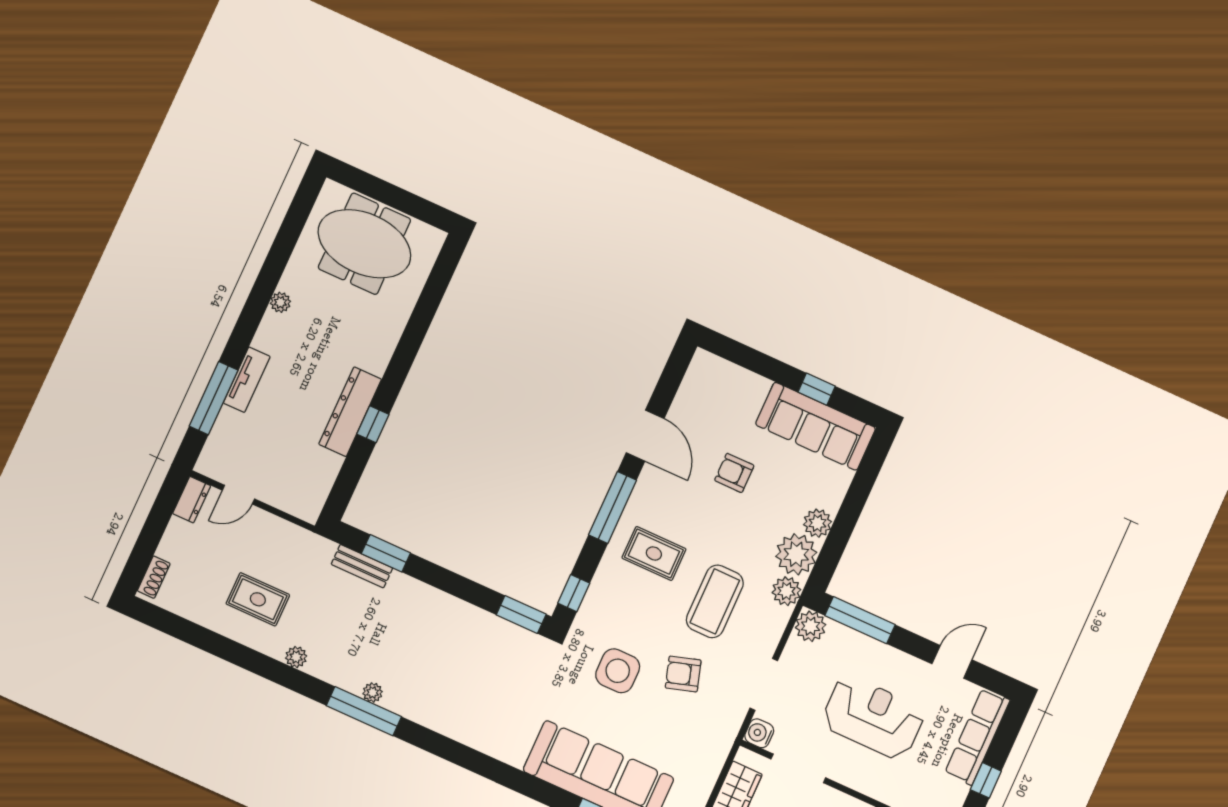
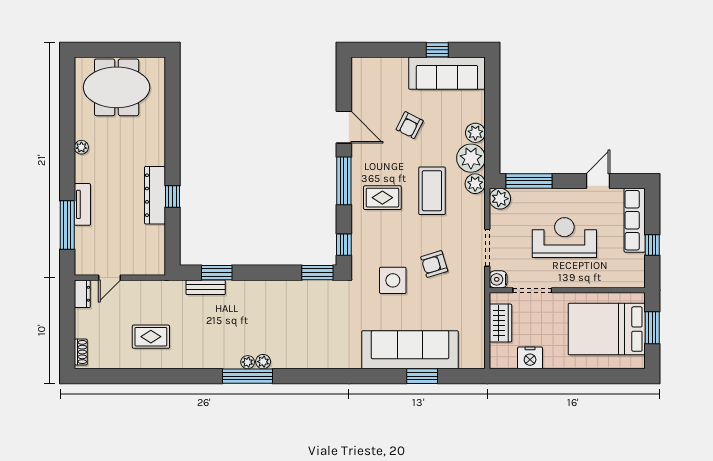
armchair: (734, 473) -> (410, 125), turned -63
coffee table: (715, 601) -> (432, 191), moved
plant: (296, 657) -> (263, 362), moved

